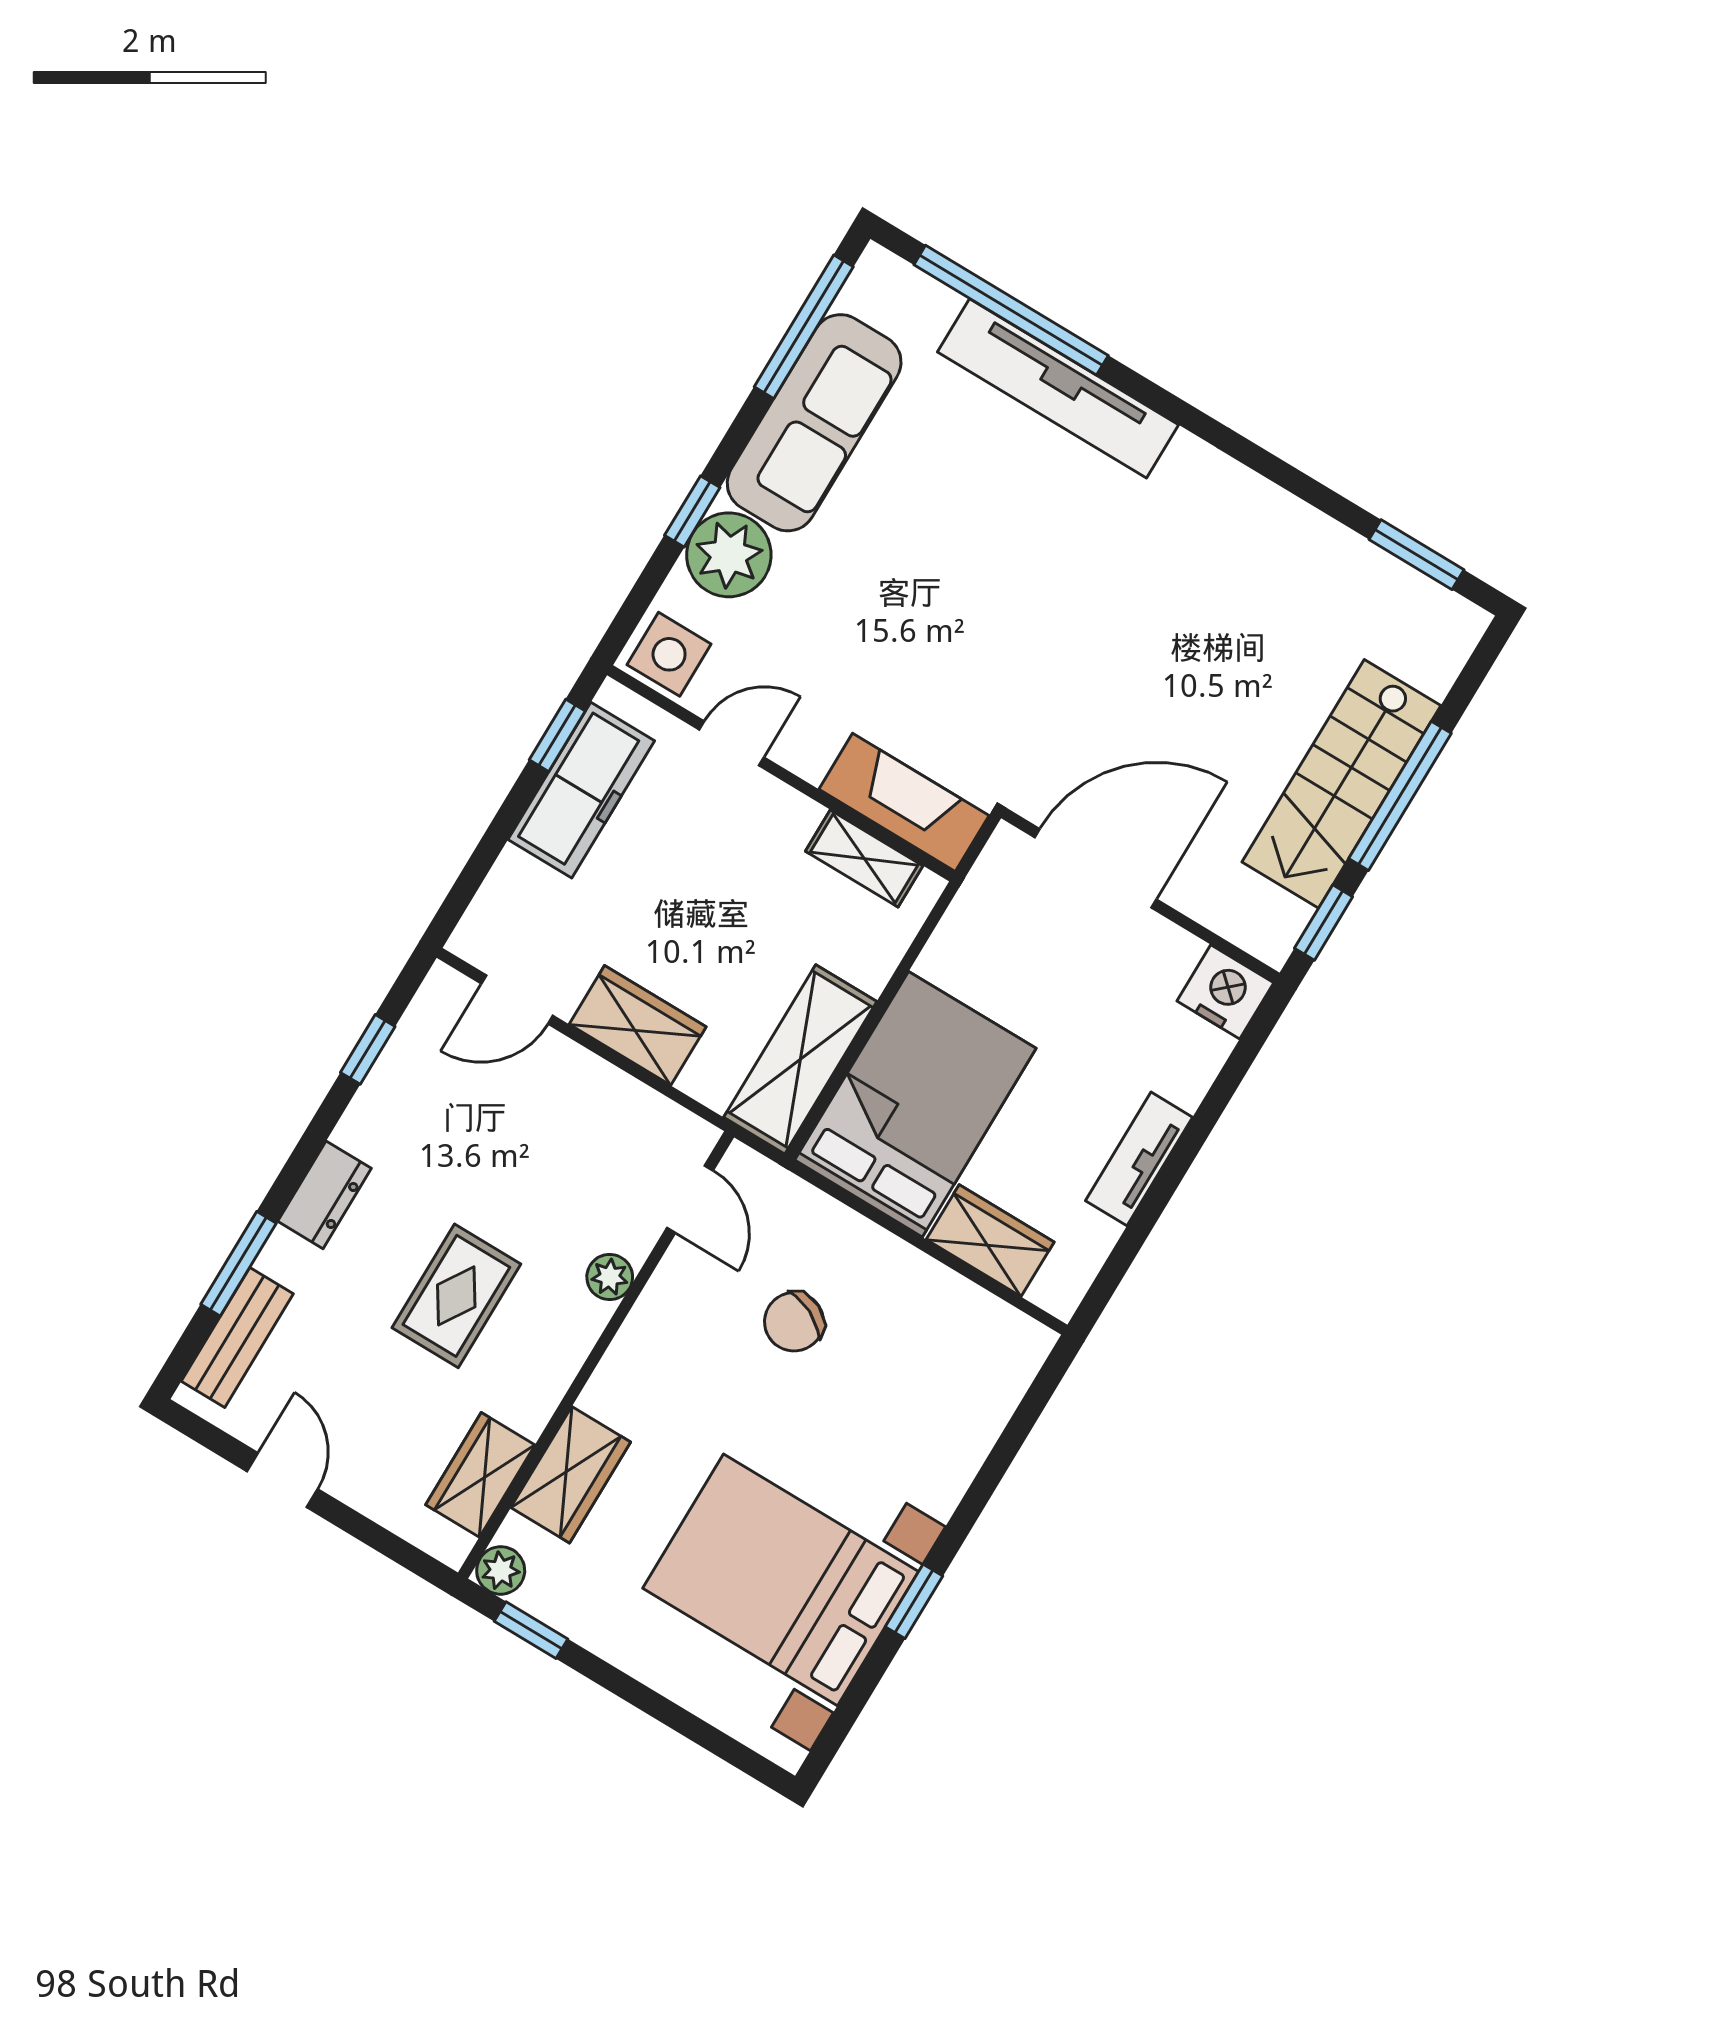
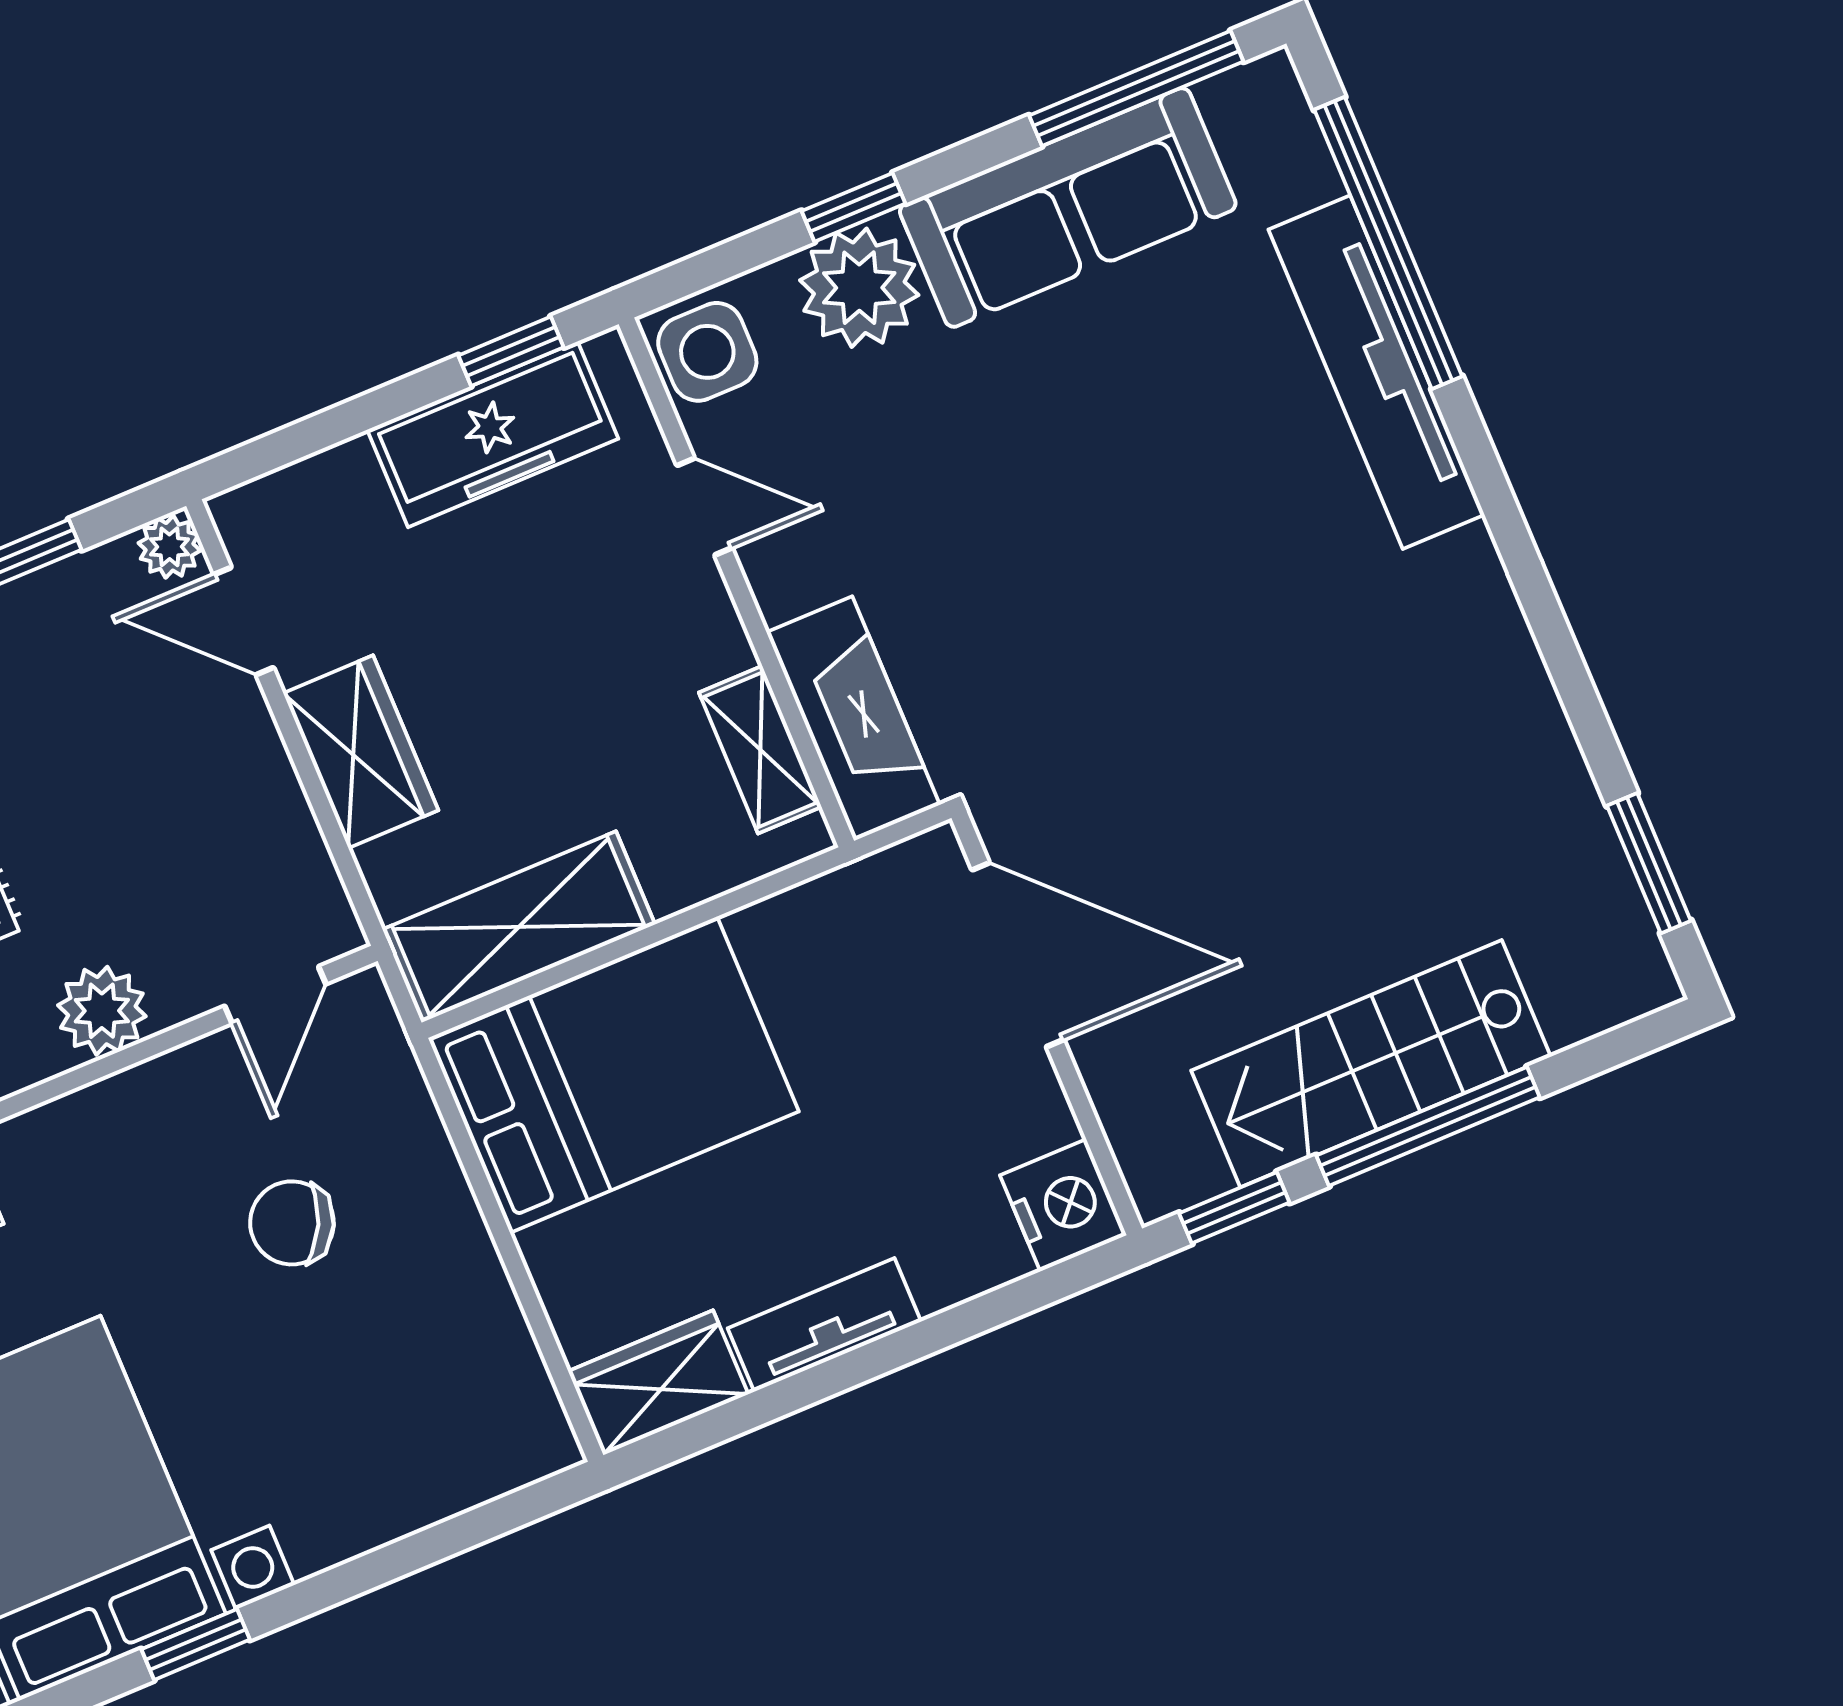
plant: (444, 988) -> (169, 547), added
wardrobe: (990, 1241) -> (658, 1383), moved, turned -90
plant: (610, 1277) -> (102, 1011), width x1.38, depth x1.38

